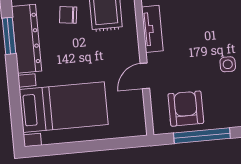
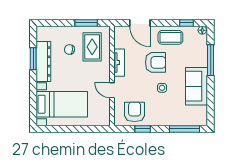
armchair: (213, 23) -> (155, 62), added
door: (145, 76) -> (112, 90), hinge flipped
window: (202, 136) -> (143, 129), width x0.46

